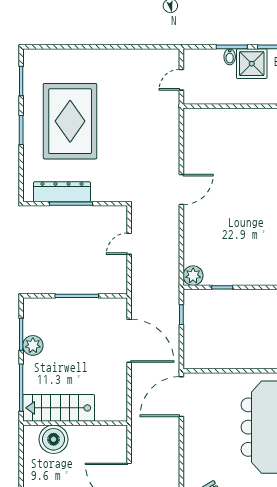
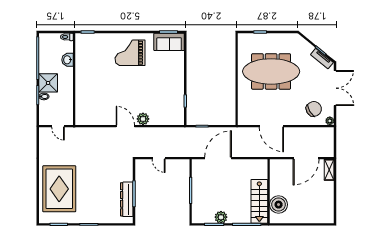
rug: (70, 121) -> (59, 189), moved, turned 90
plant: (193, 276) -> (143, 119), moved
door: (181, 397) -> (271, 126), moved

